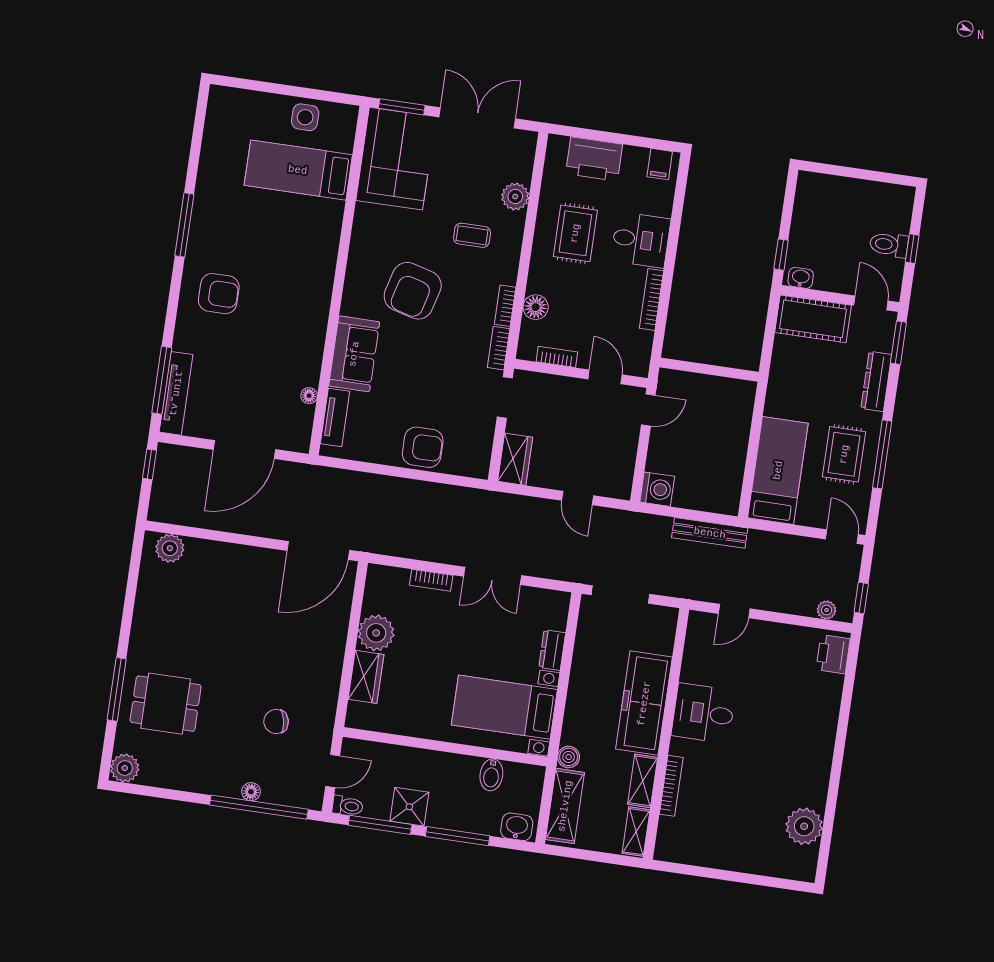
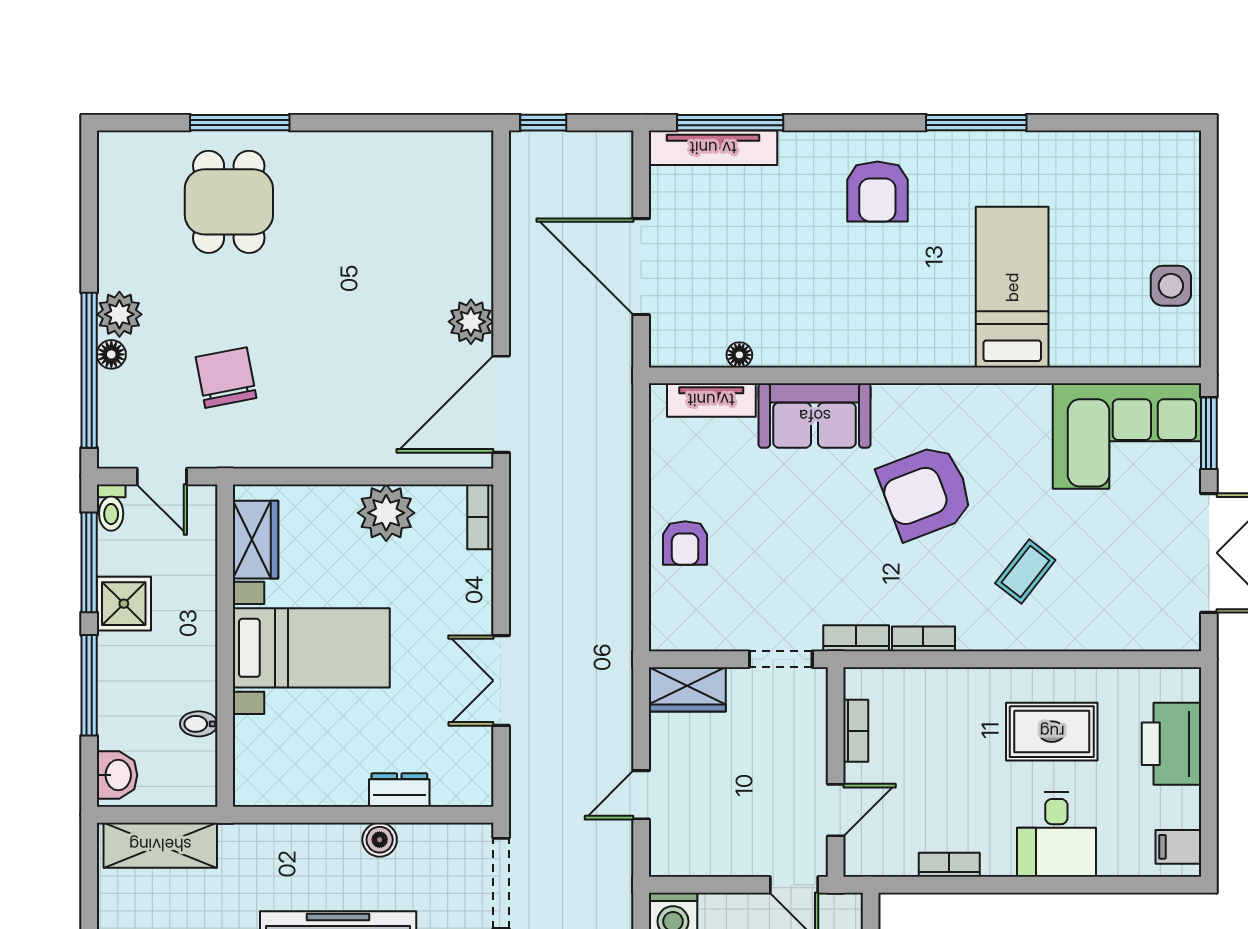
bed: (298, 170) -> (1012, 287), moved
plant: (515, 197) -> (1095, 630), removed
coffee table: (472, 235) -> (1025, 572), turned 38
armchair: (413, 291) -> (926, 492), turned -36
bookcase: (651, 299) -> (949, 865), width x0.64
floor lamp: (536, 307) -> (928, 687), removed
armchair: (423, 447) -> (685, 543), width x0.72, depth x0.72
window: (150, 464) -> (543, 123), moved
plant: (170, 548) -> (471, 322), moved
door: (318, 550) -> (501, 404), hinge flipped
bookcase: (431, 580) -> (480, 517), moved
wardrobe: (366, 677) -> (256, 540), moved, turned -90
bed with nightstands: (504, 707) -> (311, 648), moved, turned 90
chair: (276, 721) -> (226, 378), width x1.37, depth x1.37
boiler: (569, 757) -> (380, 840), moved
plant: (125, 768) -> (119, 314), moved
bidet: (491, 775) -> (199, 724), width x0.72, depth x0.74

